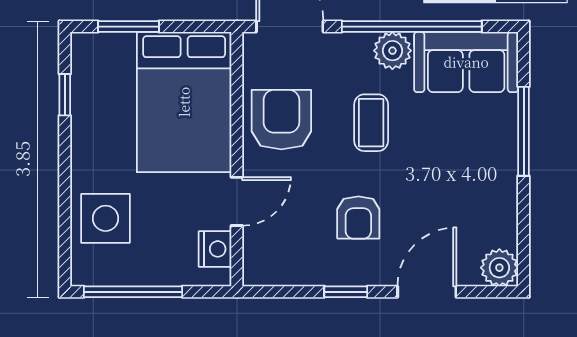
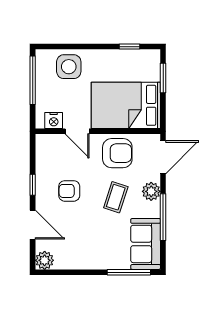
window: (412, 27) -> (163, 217), width x0.68
plant: (392, 51) -> (151, 191), moved
coffee table: (371, 123) -> (116, 197), turned -72
window: (524, 131) -> (129, 272), moved

